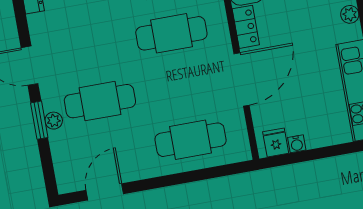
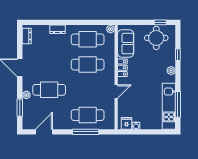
door: (242, 79) -> (116, 92), width x0.53
window: (39, 120) -> (20, 108), moved
window: (193, 176) -> (86, 132), added

